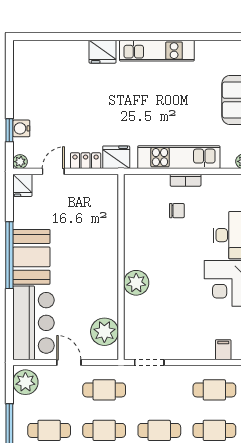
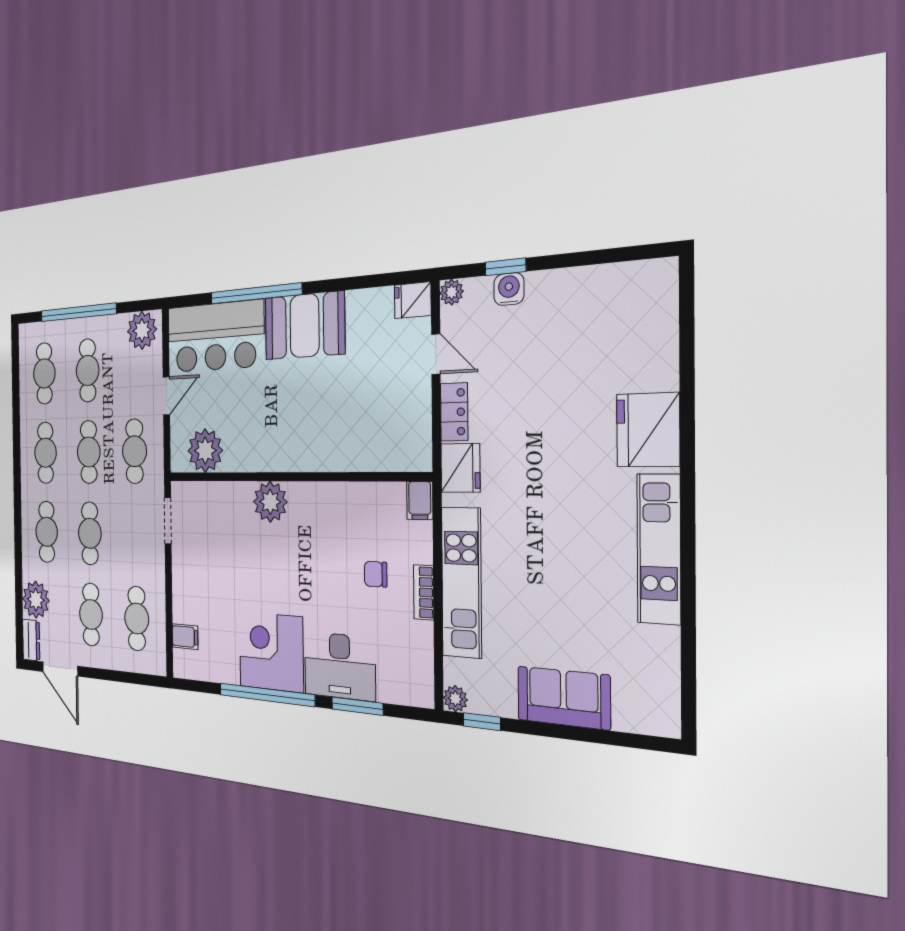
fridge: (103, 52) -> (648, 430), width x1.36, depth x1.34
filing cabinet: (134, 182) -> (420, 501), added
chair: (177, 211) -> (376, 574), turned 90
window: (9, 255) -> (256, 293), moved

